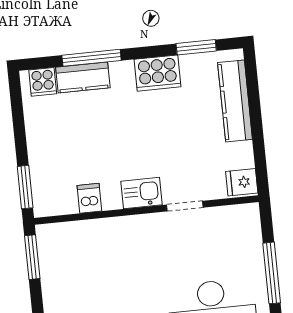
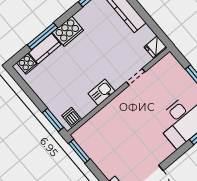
cooker: (157, 73) -> (68, 31), moved
kitchen sink: (141, 193) -> (102, 92), moved
dishwasher: (89, 198) -> (72, 117), moved

